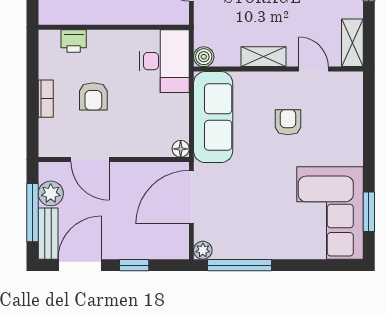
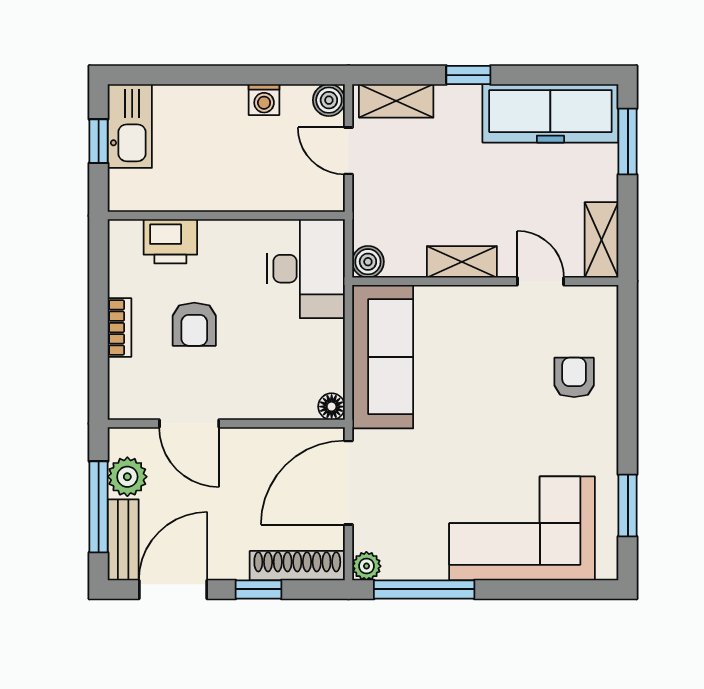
printer: (74, 41) -> (170, 241), width x1.36, depth x1.24
armchair: (288, 122) -> (574, 377), moved
corner sofa: (330, 213) -> (522, 528), moved, turned 90
shoe rack: (159, 250) -> (297, 566), added

